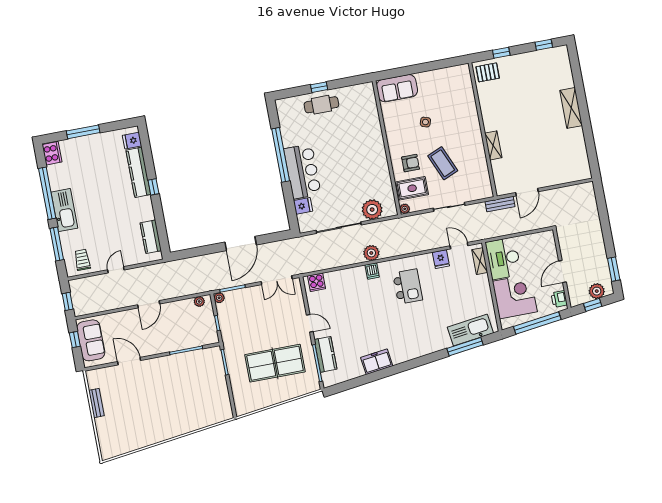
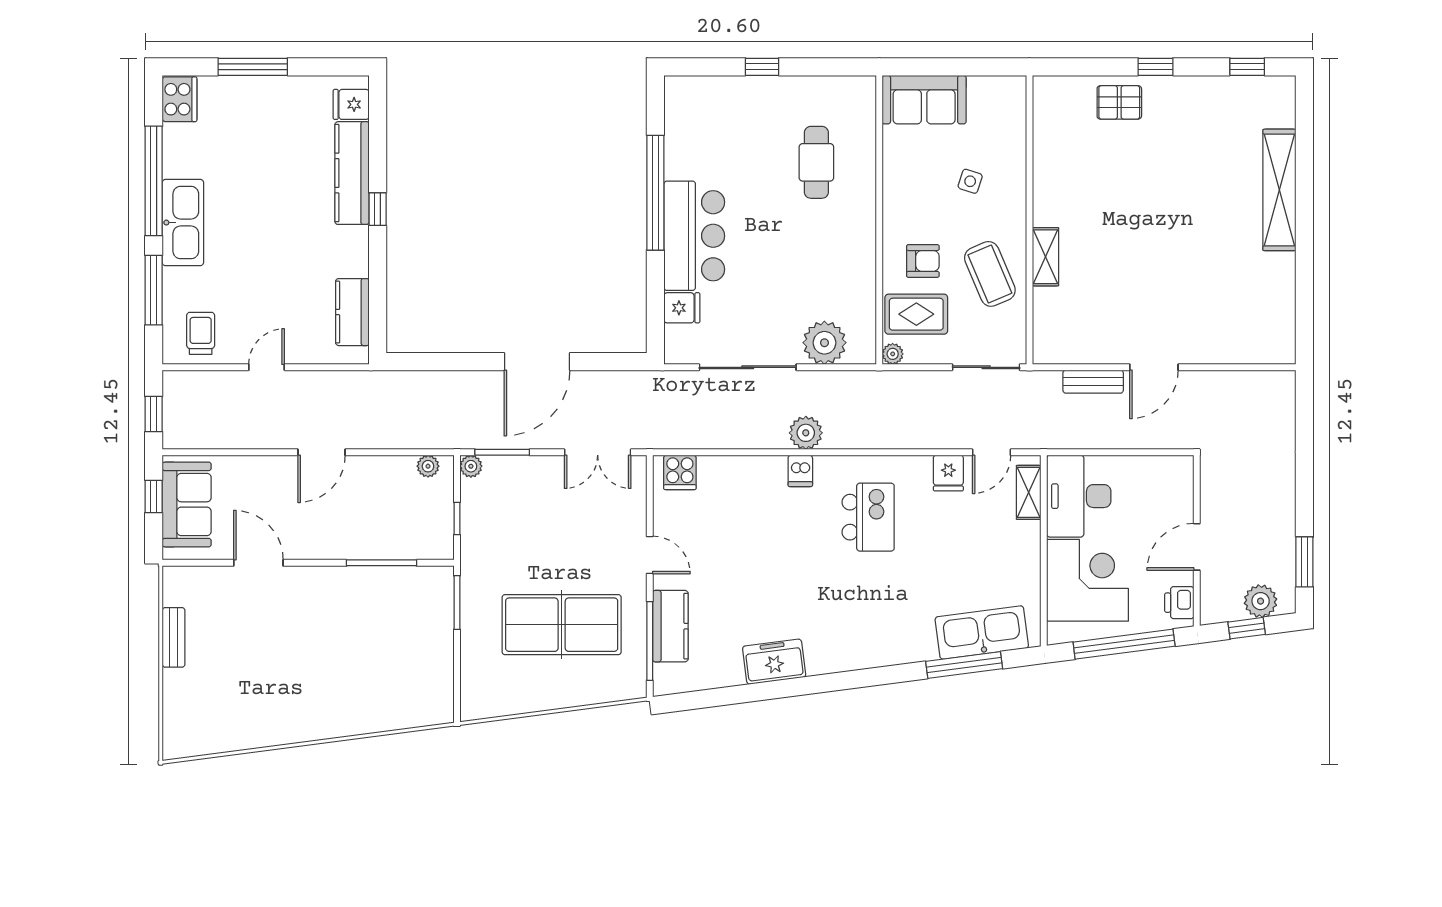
cafe table: (321, 105) -> (816, 162), moved, turned 90
shelving: (571, 108) -> (1279, 190), width x1.47
wall: (483, 130) -> (1029, 220), moved
shelving: (493, 145) -> (1045, 257), moved
door: (459, 246) -> (992, 452), swing flipped

